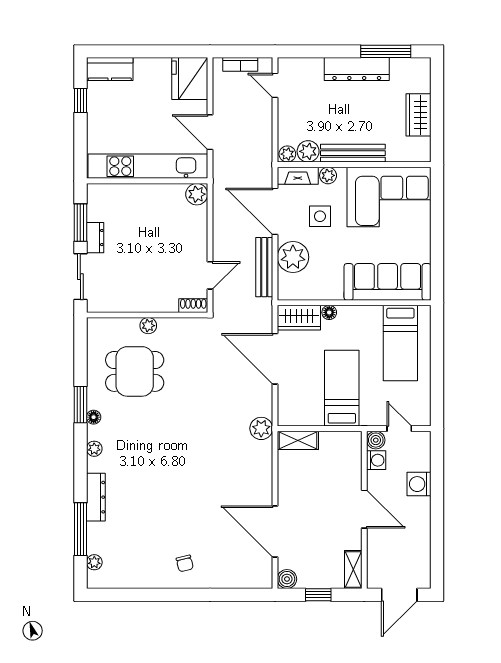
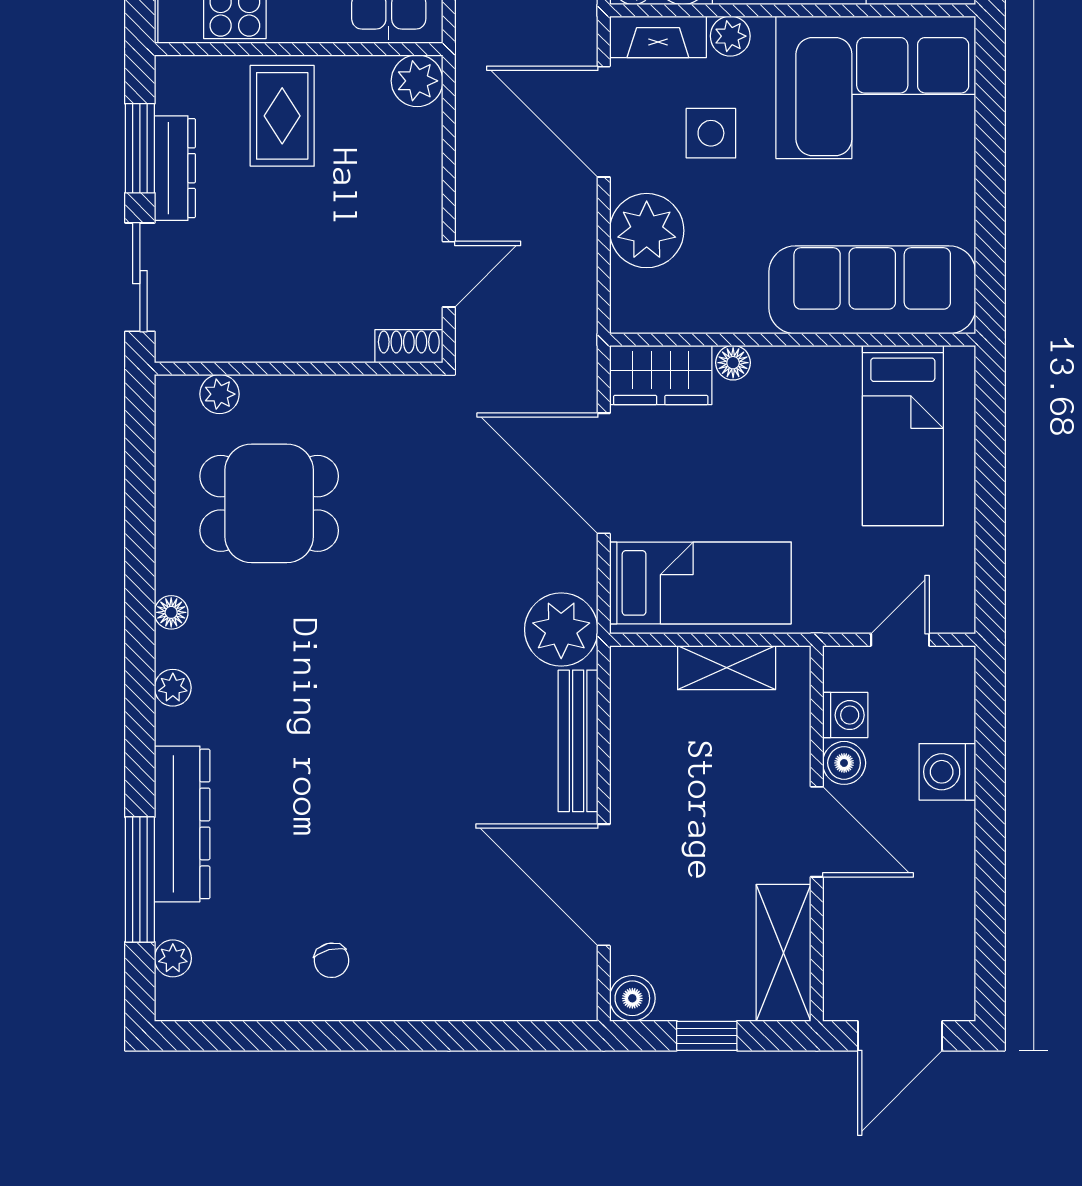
rug: (140, 209) -> (282, 116), added
dresser: (95, 238) -> (175, 168), width x1.44
bench: (264, 267) -> (578, 741), moved
plant: (148, 326) -> (220, 394), moved
bed: (342, 388) -> (700, 583), moved, turned 90
window: (80, 405) -> (140, 582), removed
plant: (261, 428) -> (561, 629), width x1.36, depth x1.36
door: (399, 429) -> (900, 640), hinge flipped
shelving: (298, 440) -> (727, 668), moved
boiler: (376, 440) -> (844, 763), moved
dresser: (96, 497) -> (182, 824), width x1.37, depth x1.24
chair: (185, 563) -> (331, 960), moved
shelving: (353, 570) -> (784, 953), width x1.50, depth x1.33

